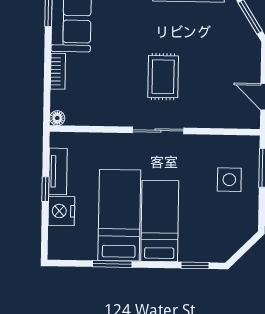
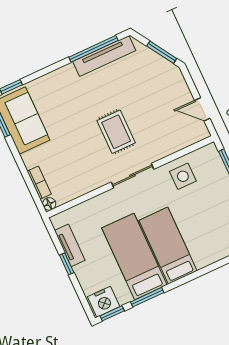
bookcase: (58, 71) -> (39, 183), moved
side table: (229, 180) -> (183, 176), moved
nightstand: (61, 211) -> (104, 302), moved, turned -90
window: (195, 265) -> (112, 313), moved

